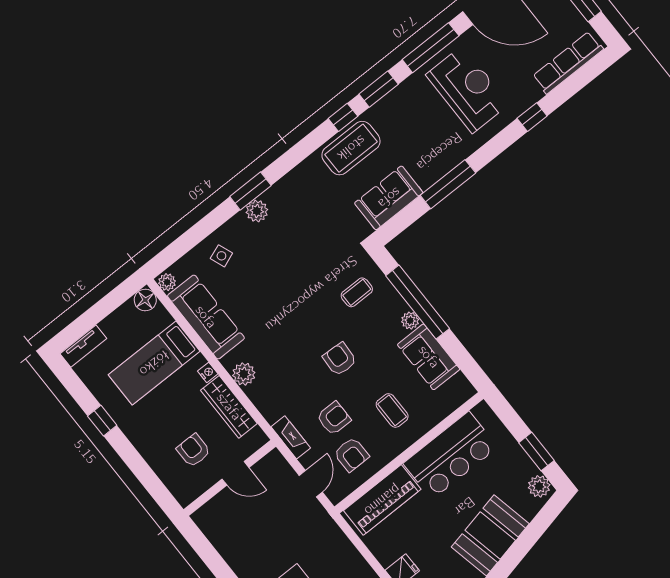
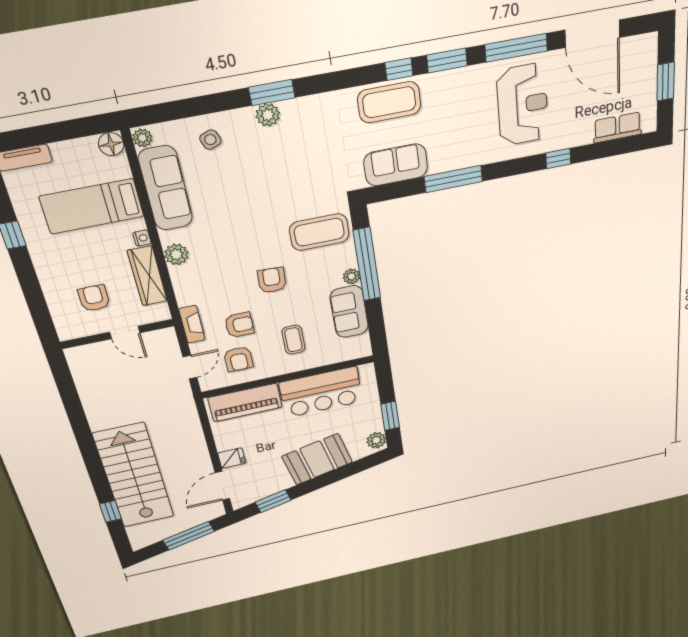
row of seats: (568, 63) -> (617, 128), width x0.68
coffee table: (357, 292) -> (319, 232), width x1.86, depth x1.72

